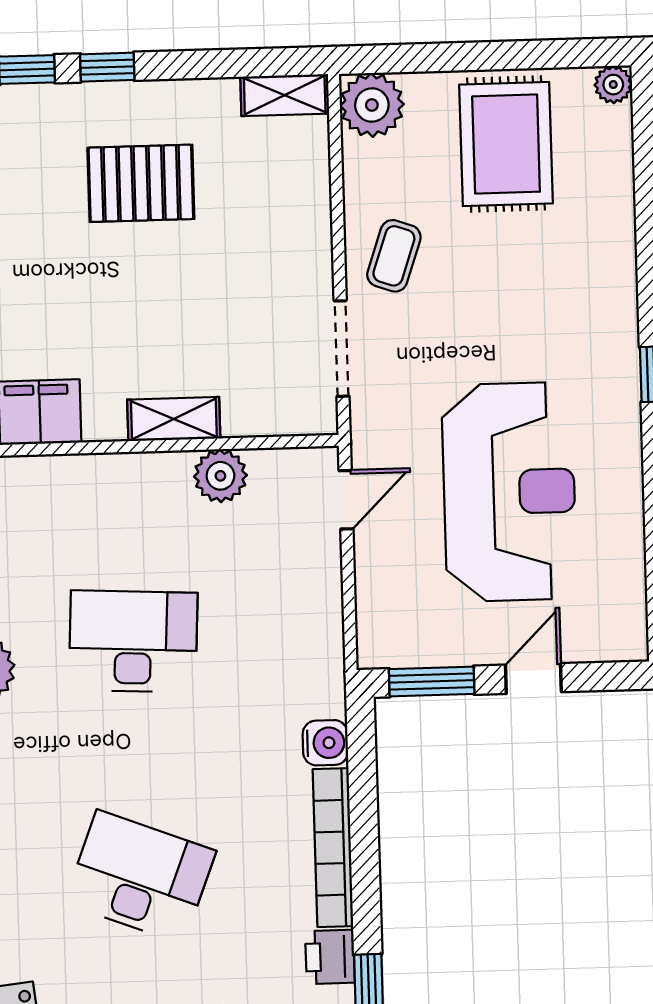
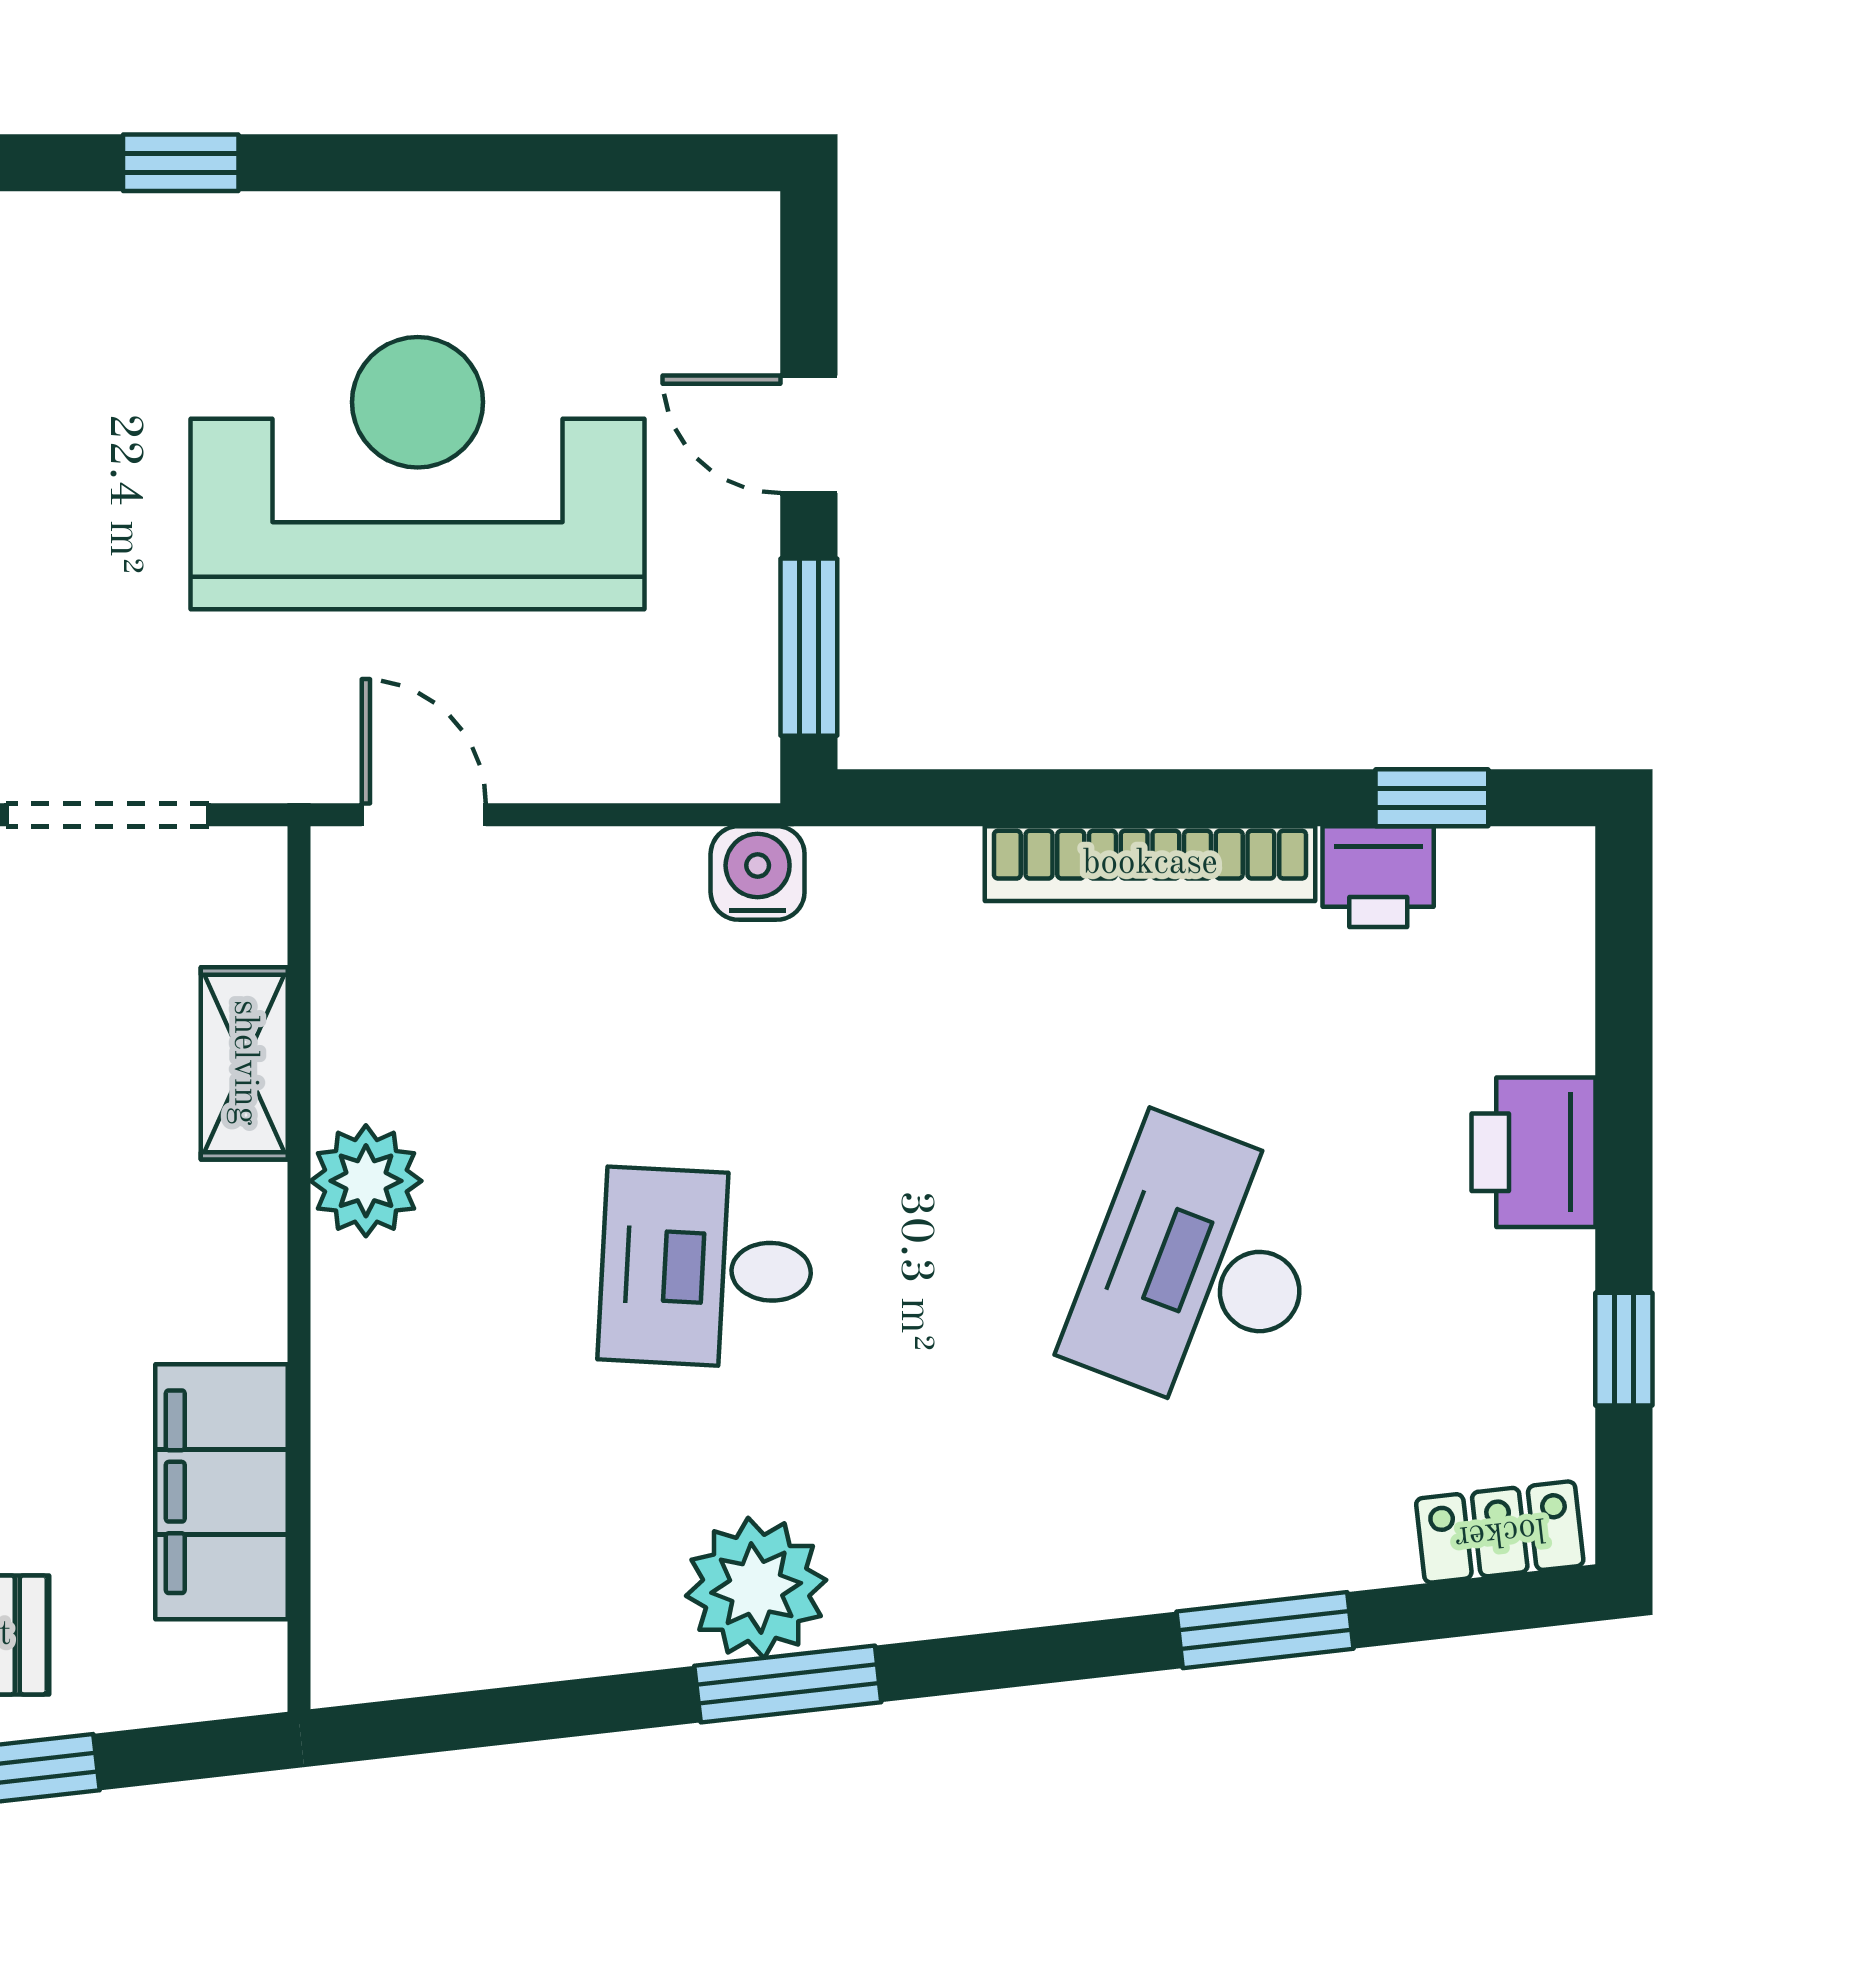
shelving: (174, 419) -> (244, 1063), moved
plant: (220, 476) -> (366, 1181), moved
desk: (133, 641) -> (707, 1268), width x0.73
water cooler: (325, 743) -> (758, 873), moved

